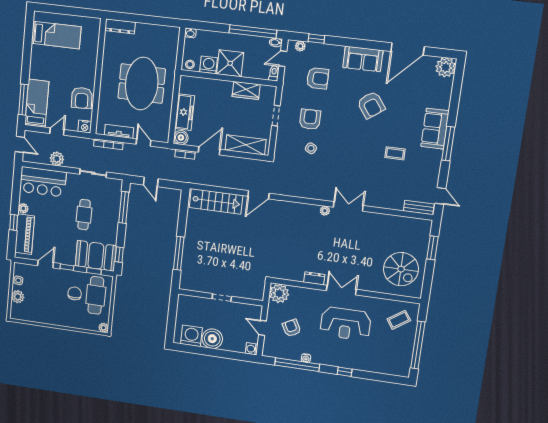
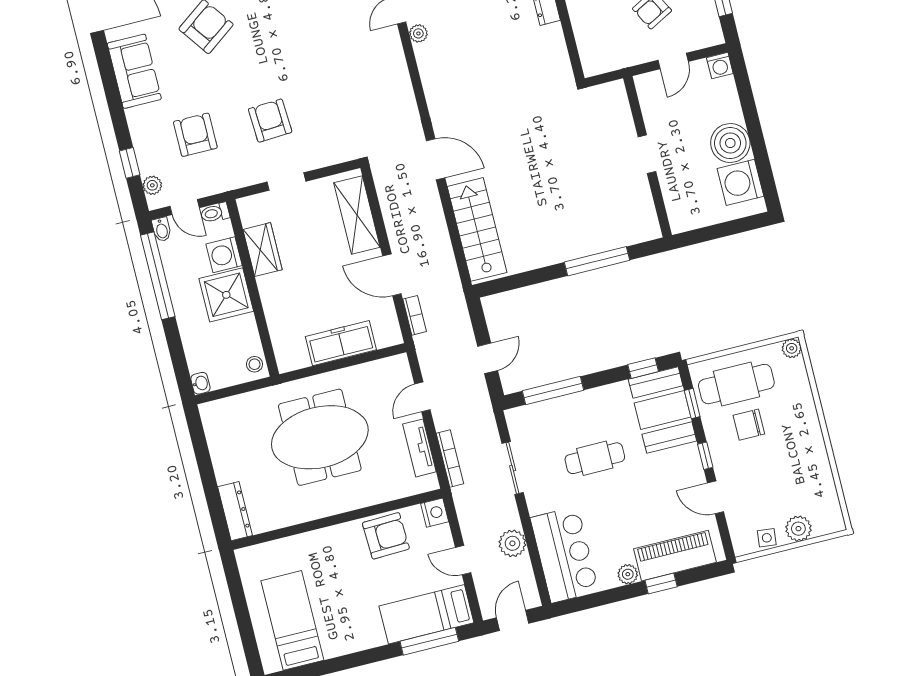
washing machine: (209, 65) -> (224, 255), moved
armchair: (310, 119) -> (270, 121), turned 87
boiler: (181, 138) -> (388, 333), removed
side table: (311, 148) -> (319, 100), removed
plant: (279, 293) -> (598, 56), removed

